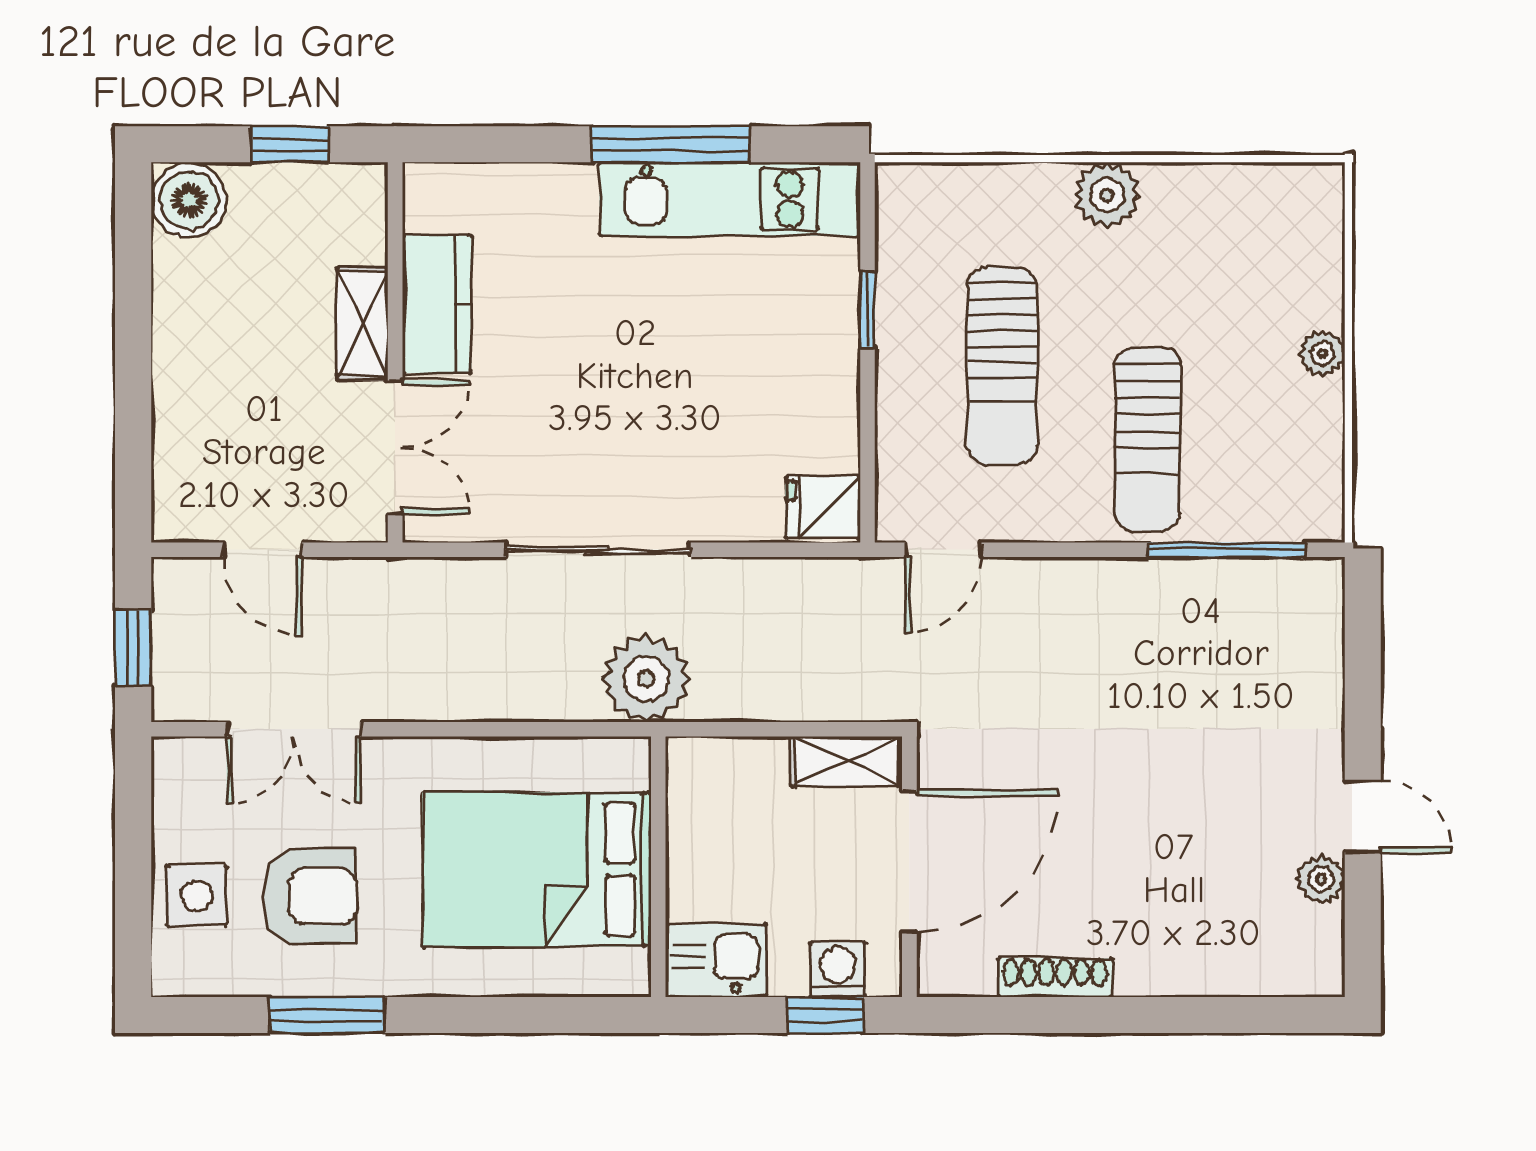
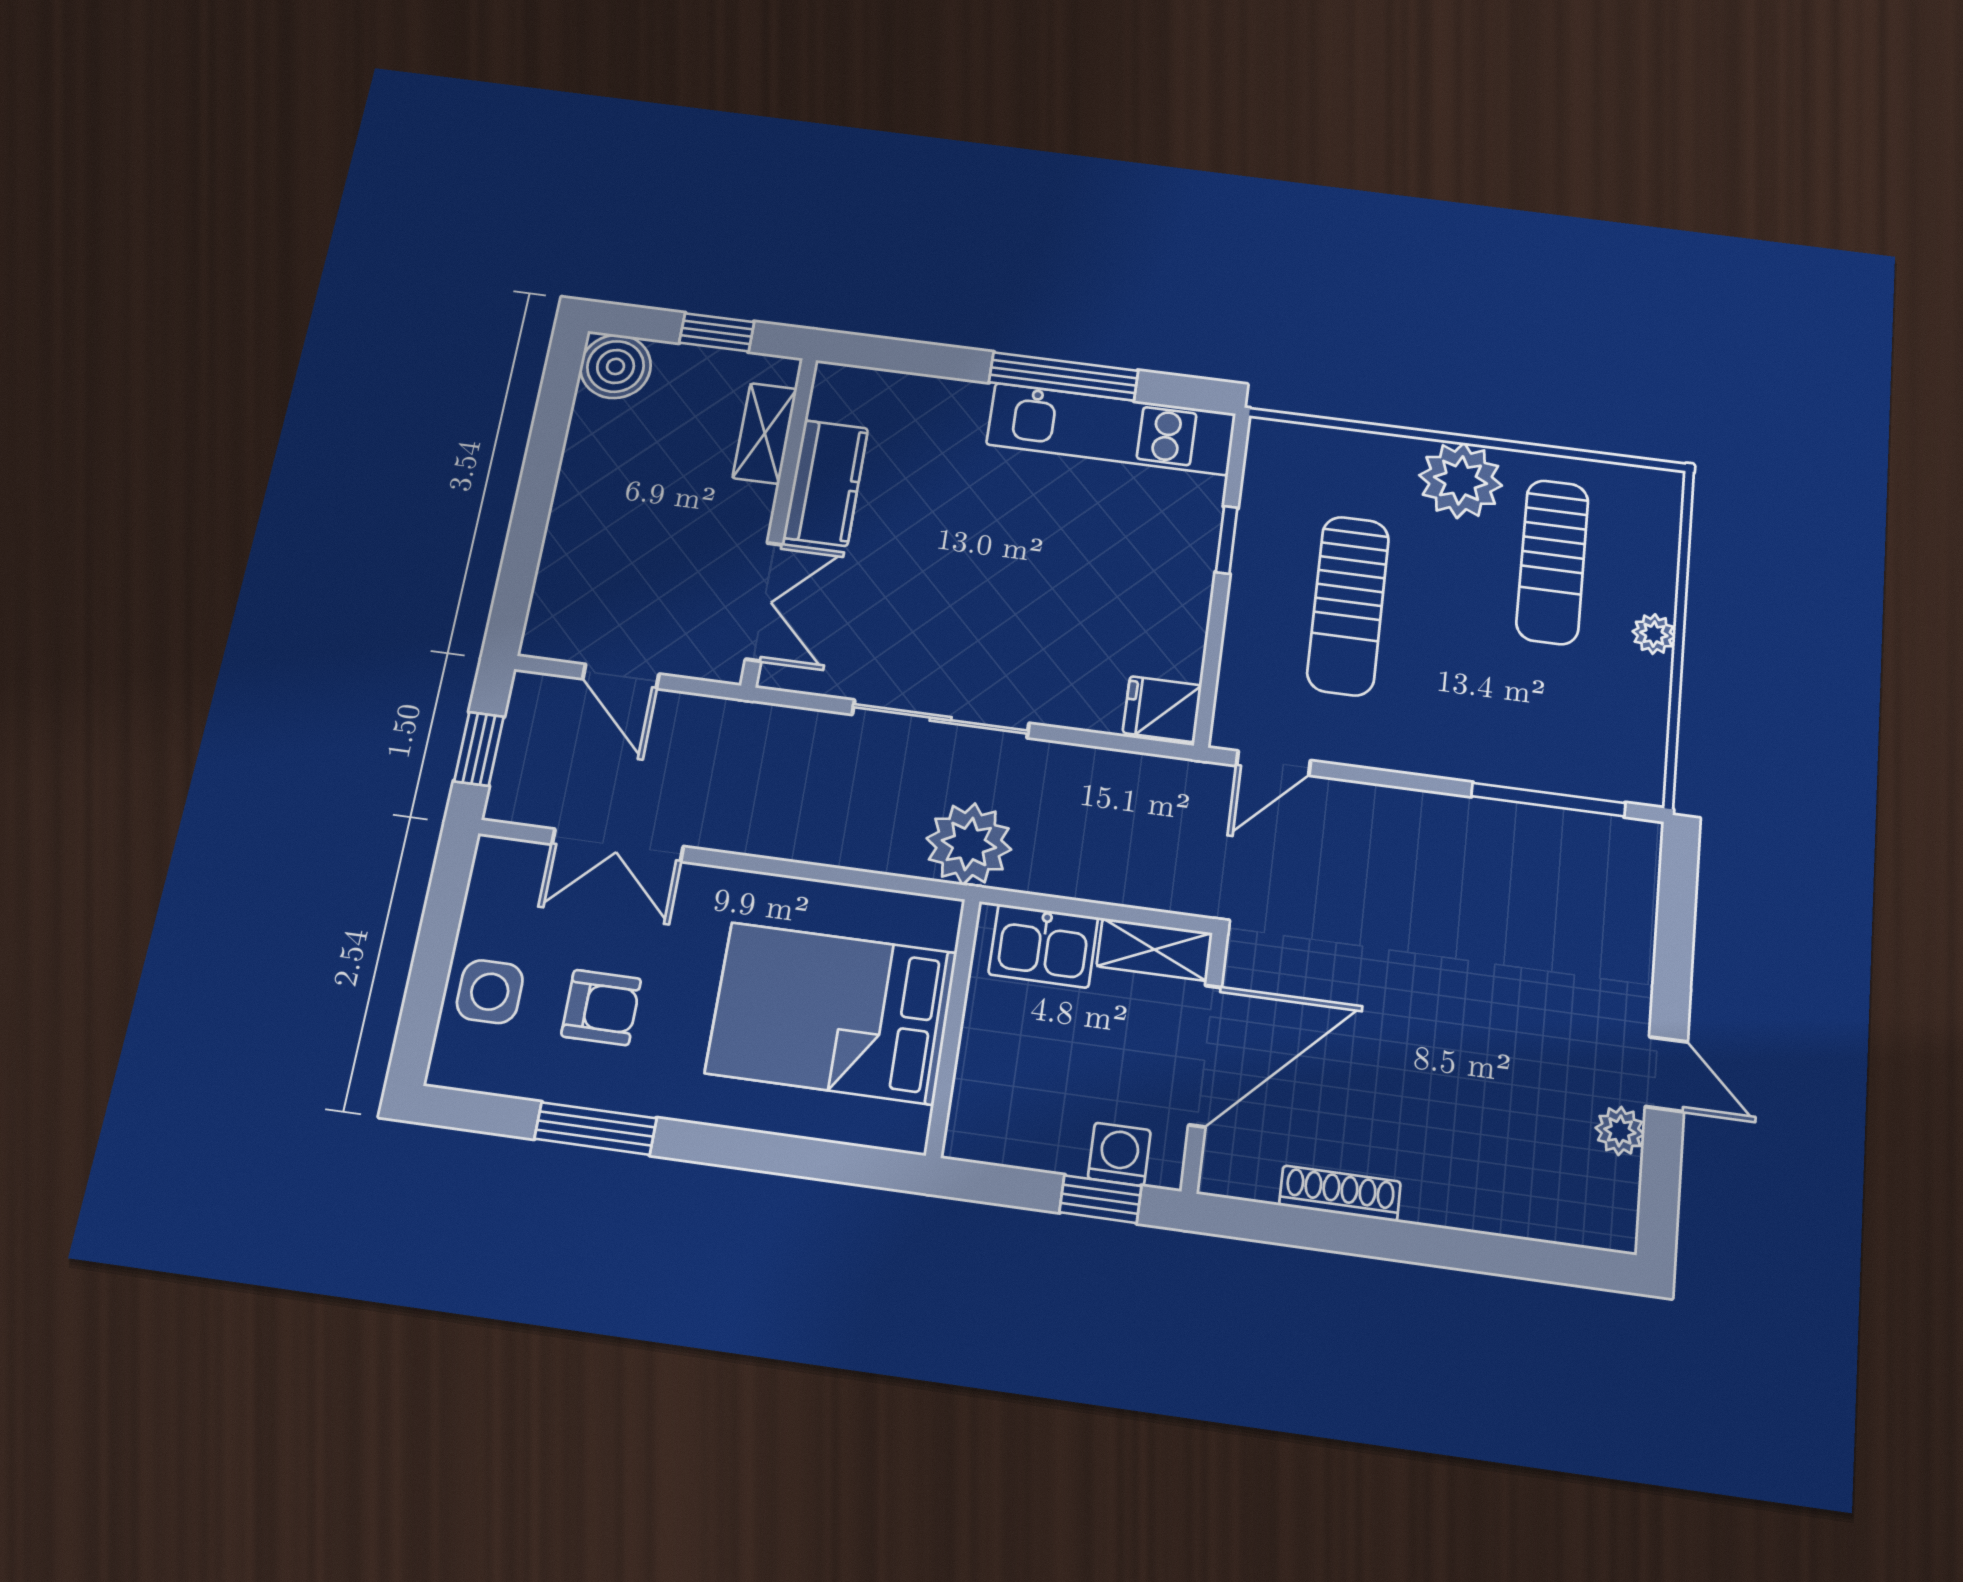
plant: (1107, 195) -> (1461, 480), width x1.36, depth x1.36
shelving: (363, 324) -> (765, 433), moved
sun lounger: (1148, 439) -> (1552, 562), moved
armchair: (309, 896) -> (601, 1007), width x0.72, depth x0.72
kitchen sink: (716, 960) -> (1043, 946), moved, turned 180

